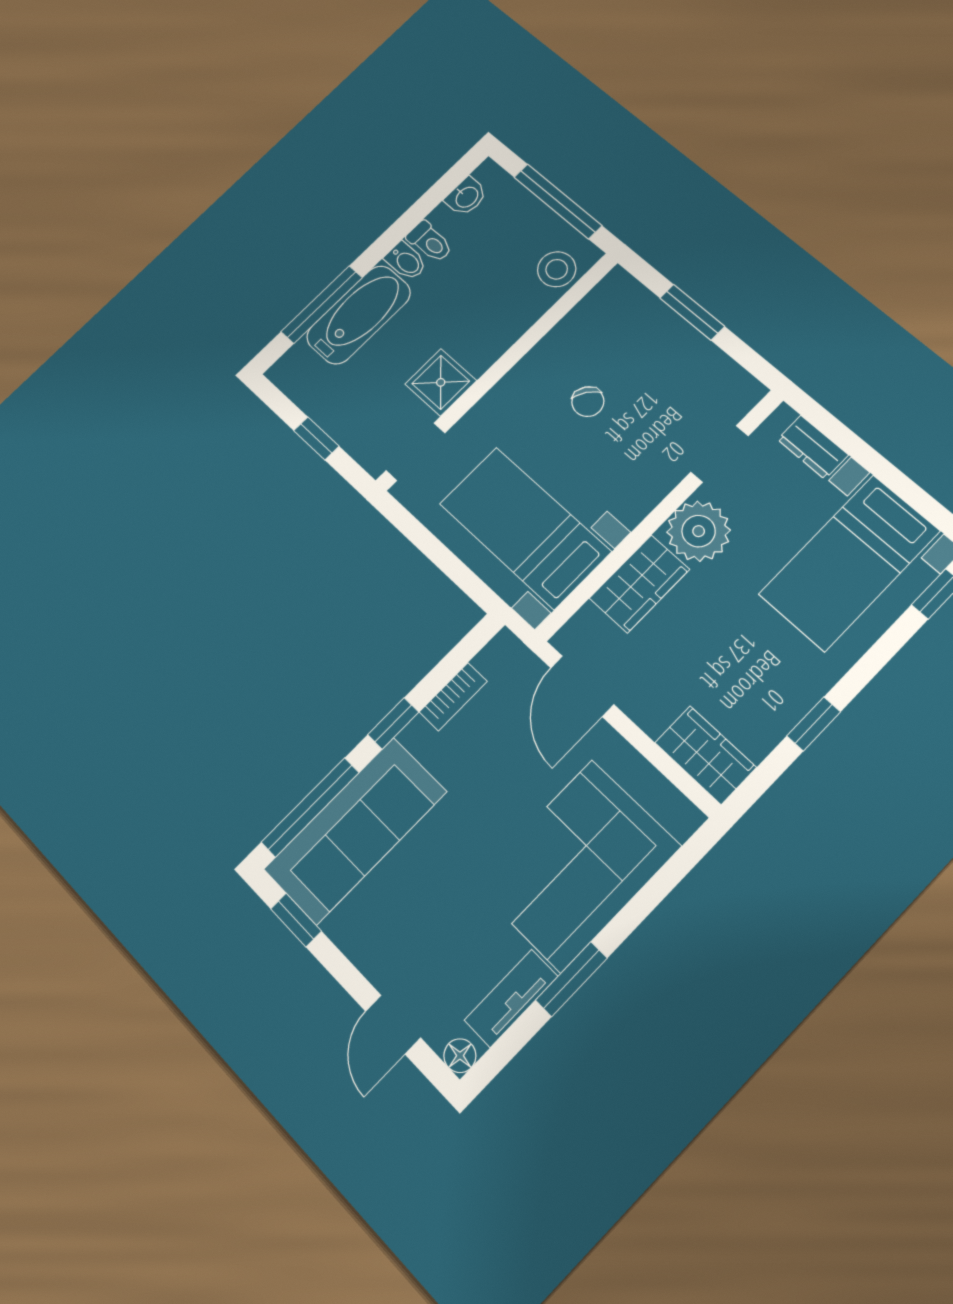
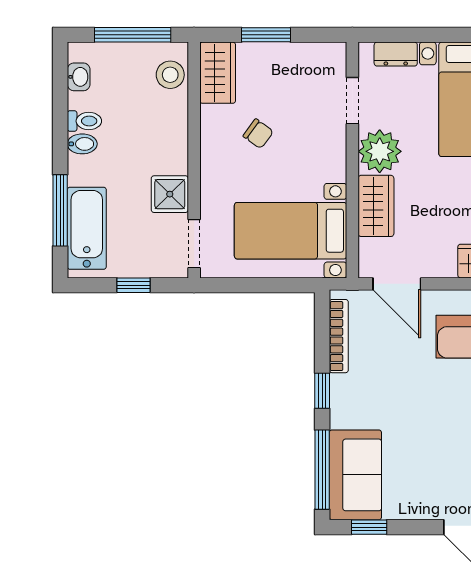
wardrobe: (606, 307) -> (218, 73), added
bathtub: (359, 315) -> (87, 228), moved
bookcase: (453, 697) -> (339, 336), width x1.56
sofa: (355, 830) -> (355, 475), width x0.73

